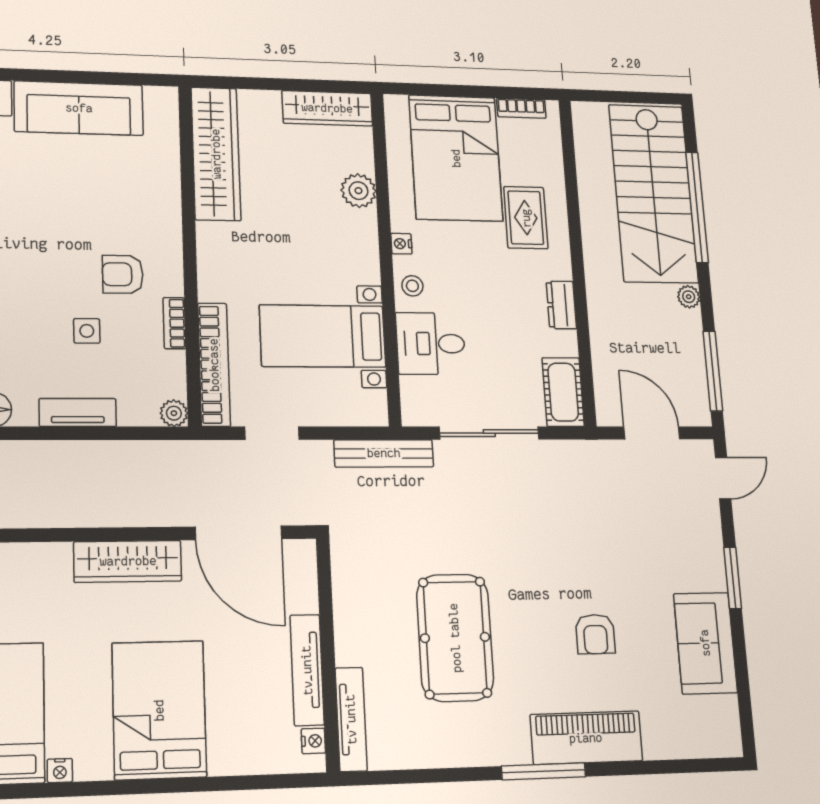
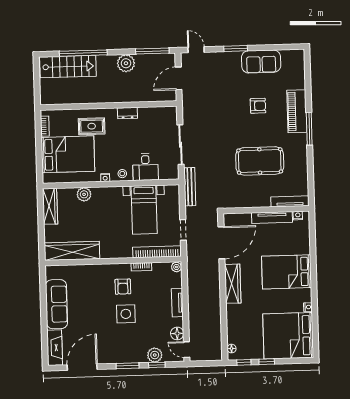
stairs: (653, 193) -> (68, 67), width x0.73, depth x0.66
plant: (689, 297) -> (126, 63), width x1.87, depth x1.87
side table: (87, 331) -> (126, 314), moved, width x1.87, depth x1.87
cot: (563, 392) -> (163, 114), removed

